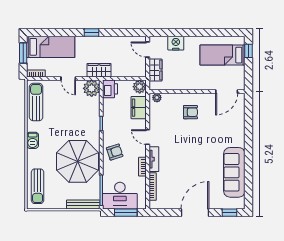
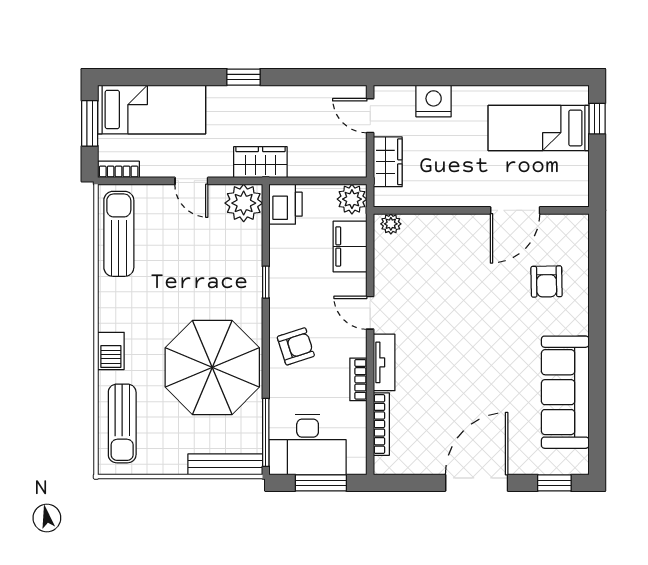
door: (227, 92) -> (515, 210), moved
armchair: (190, 112) -> (547, 282), moved, turned 89
barbecue: (33, 140) -> (111, 351), moved

